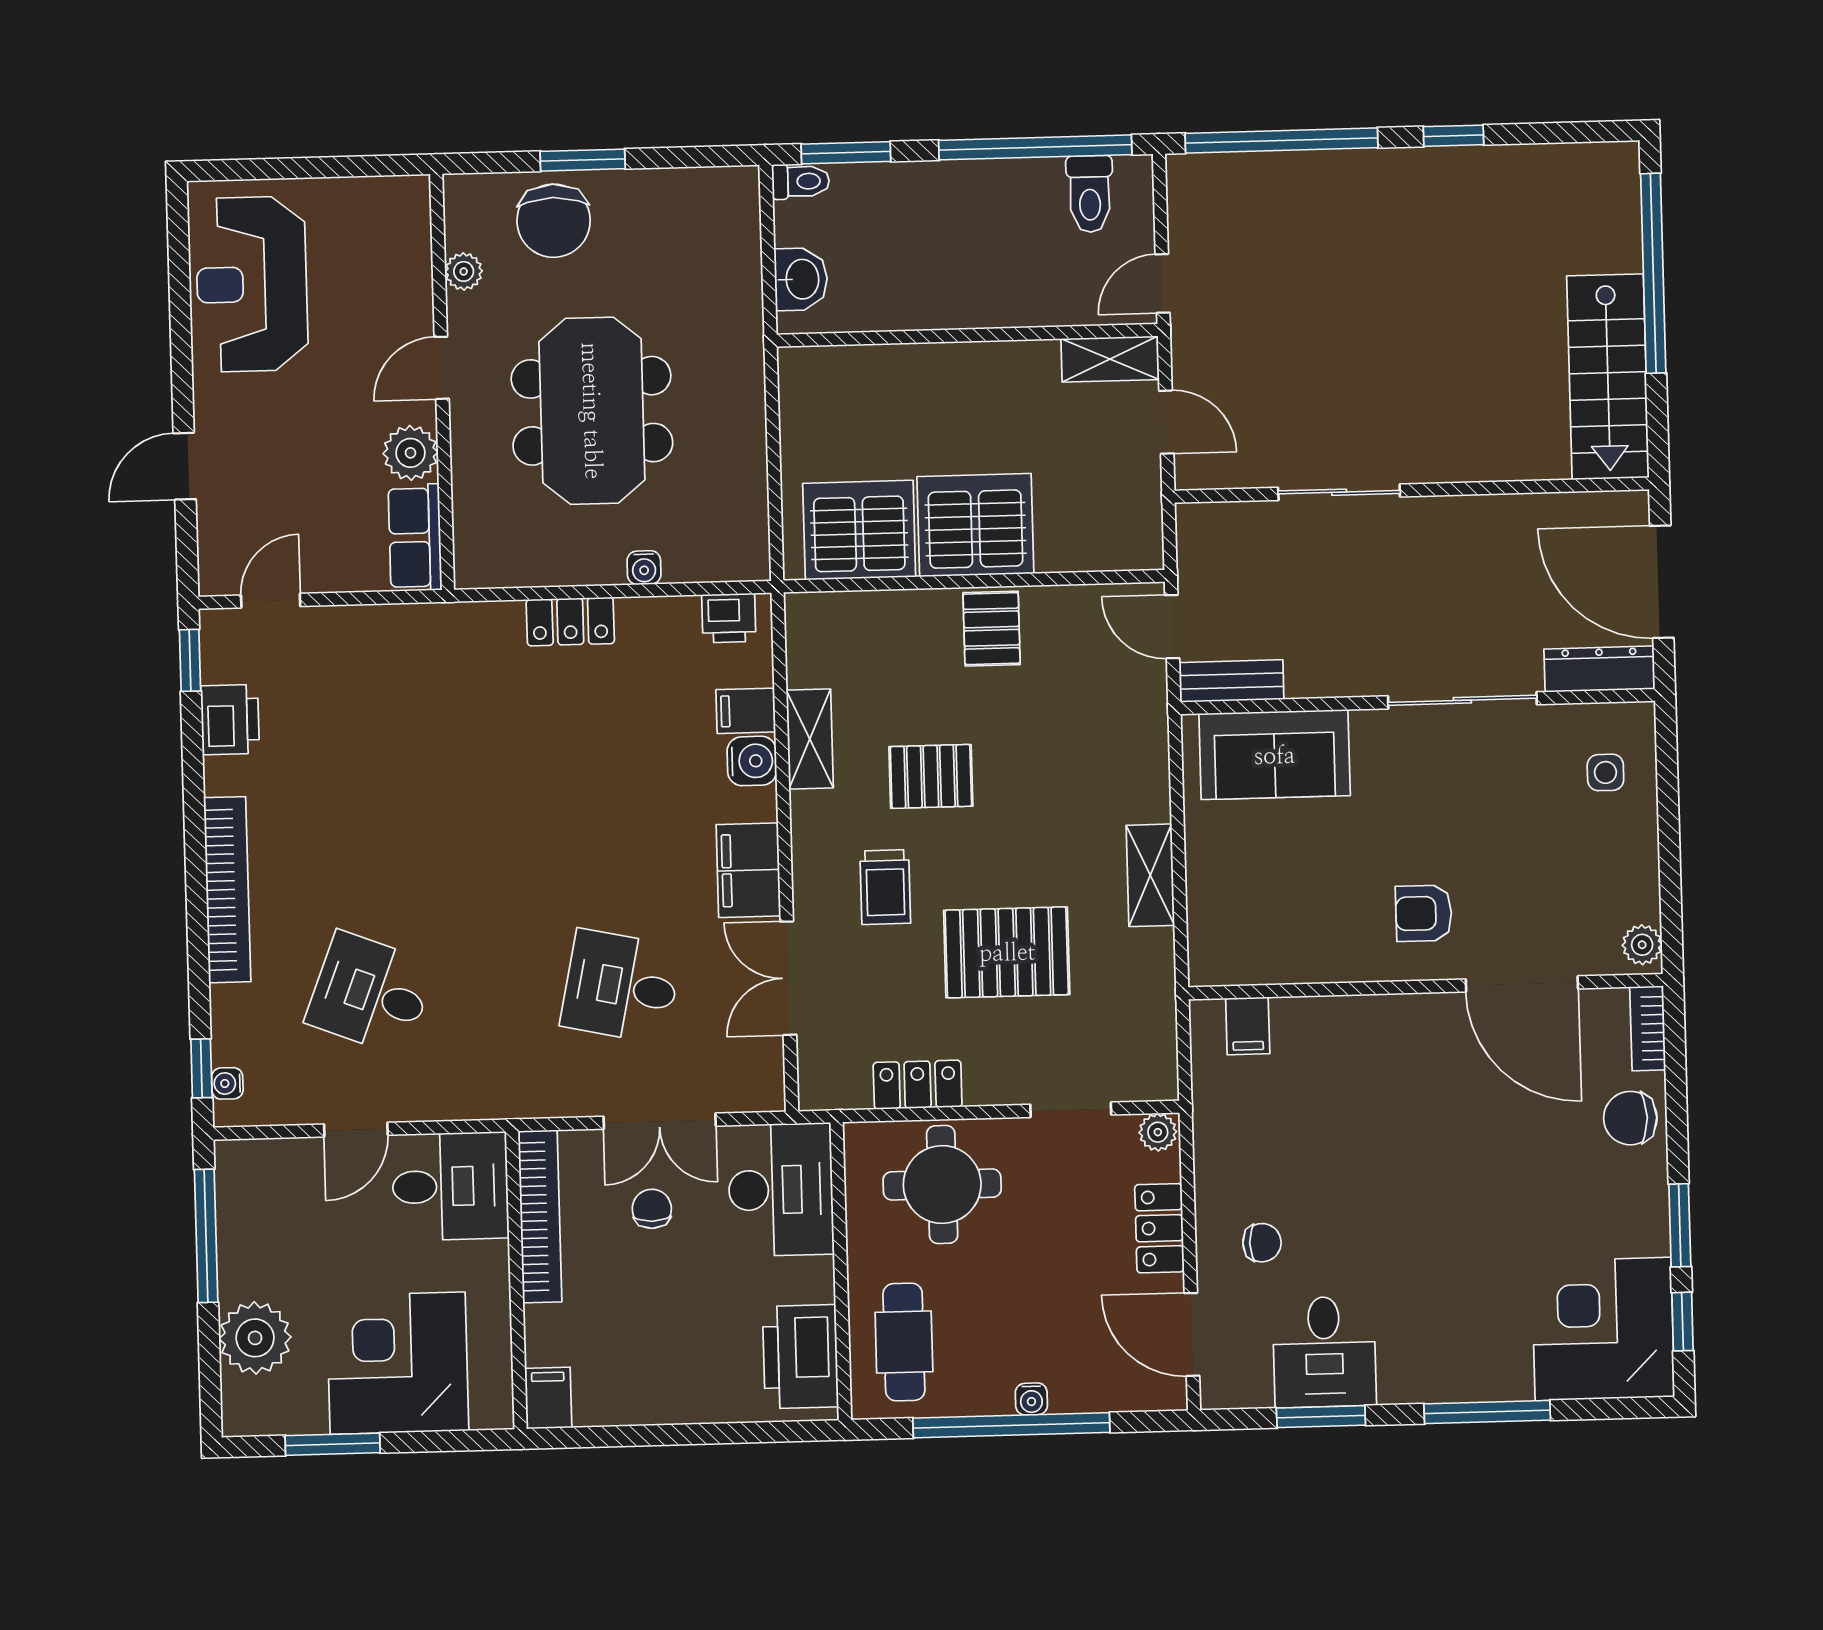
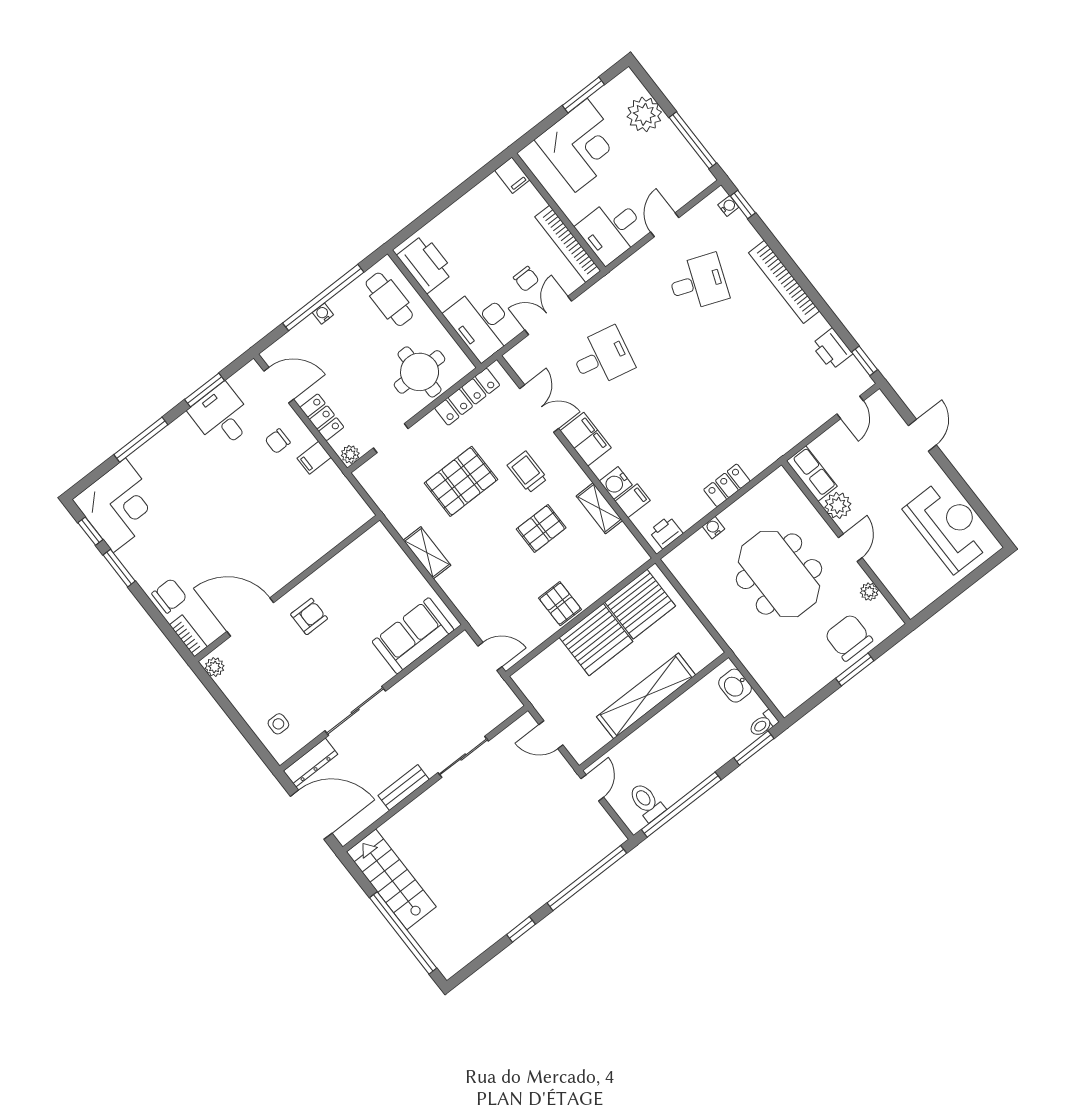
shelving: (1110, 359) -> (646, 696), moved, width x2.20, depth x1.33
bench: (1231, 681) -> (404, 788), moved
filing cabinet: (1248, 1026) -> (314, 458), moved, turned -90
locker: (918, 1085) -> (467, 397), width x1.53

